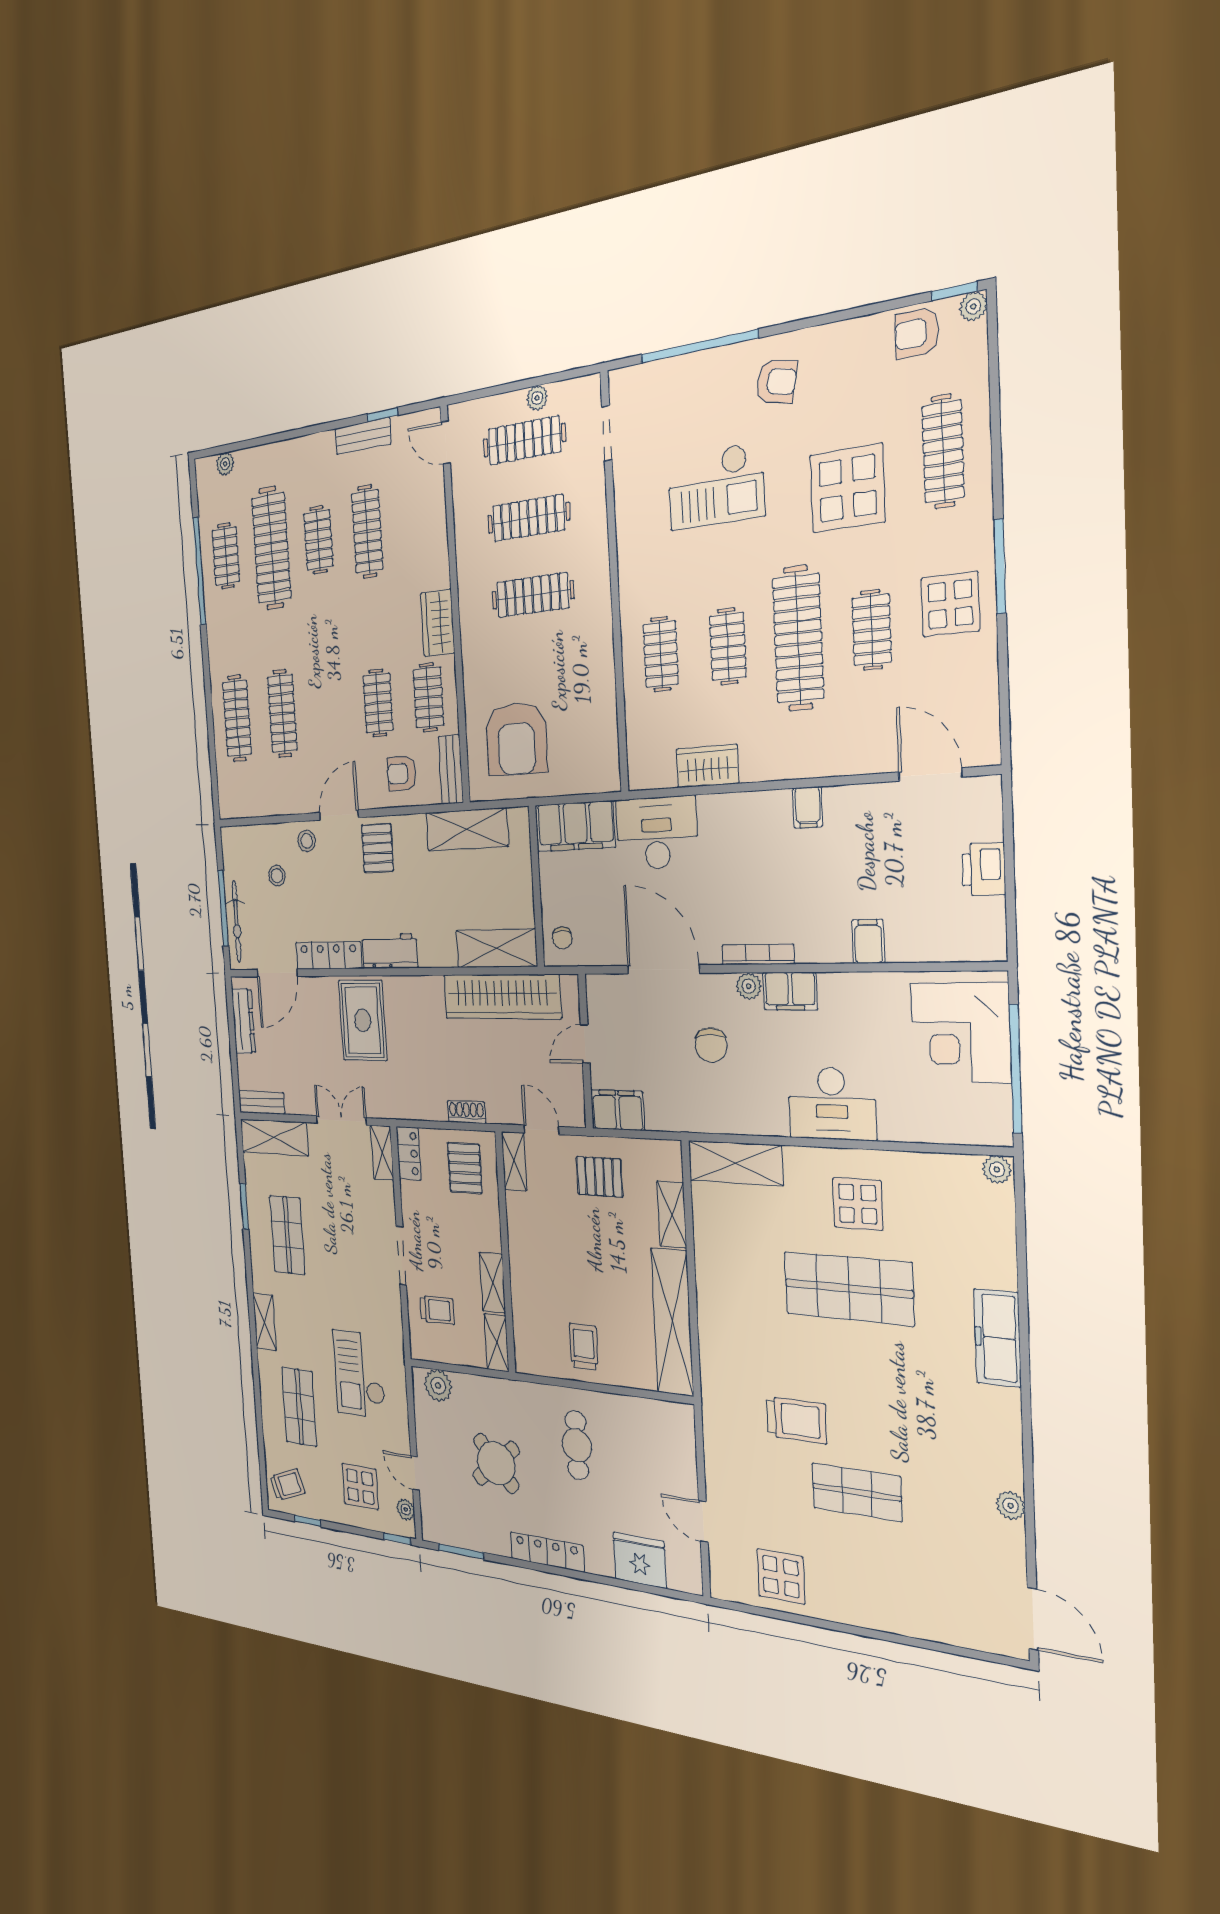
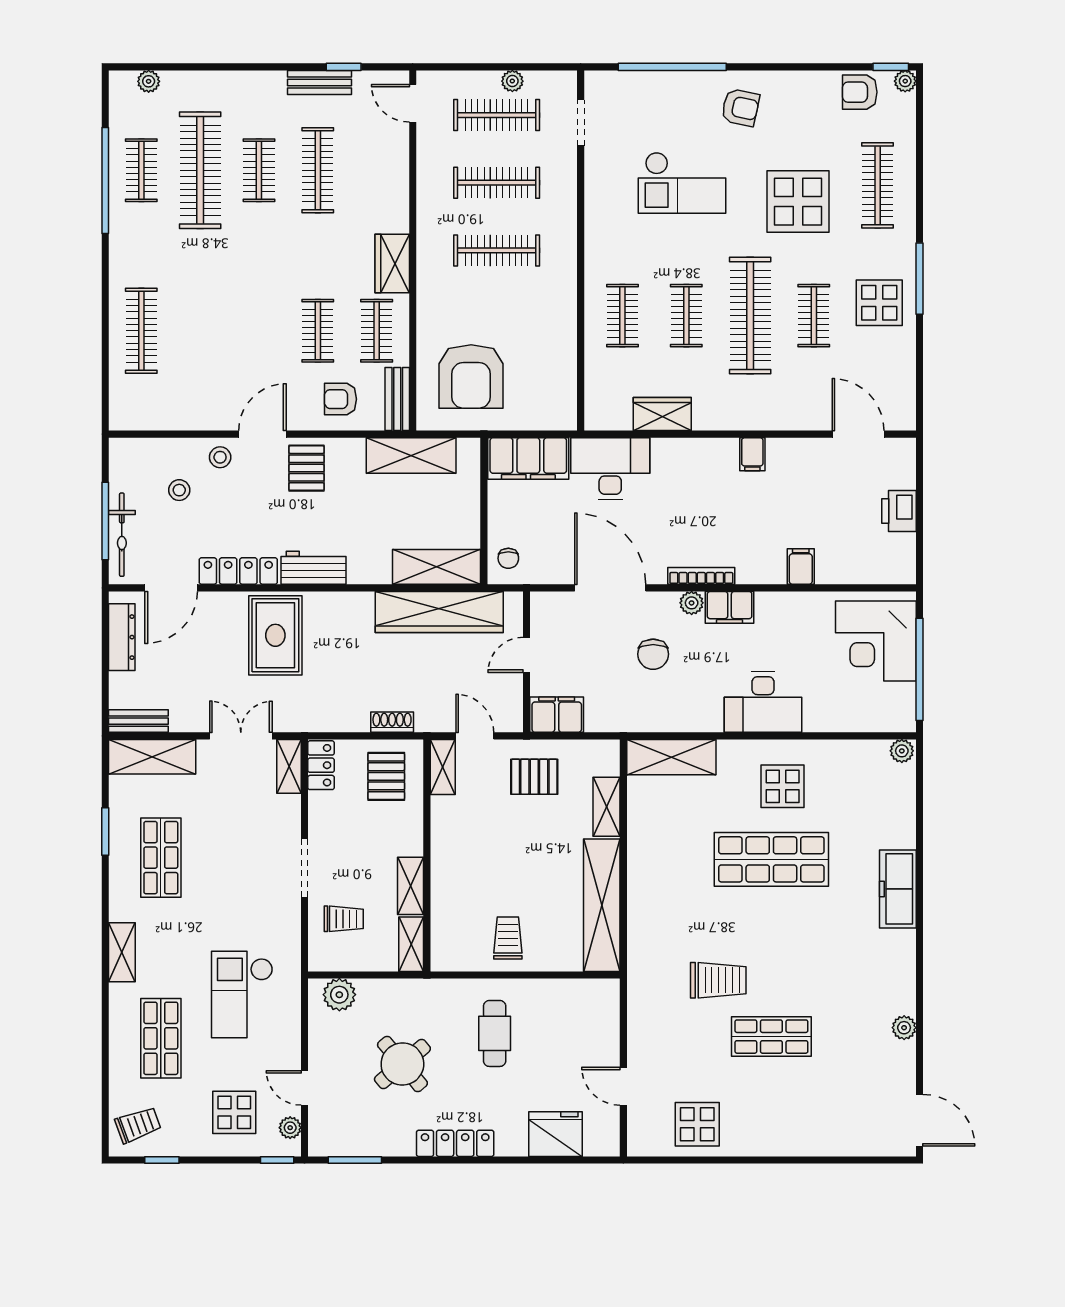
clothes rail: (282, 713) -> (200, 331), removed

